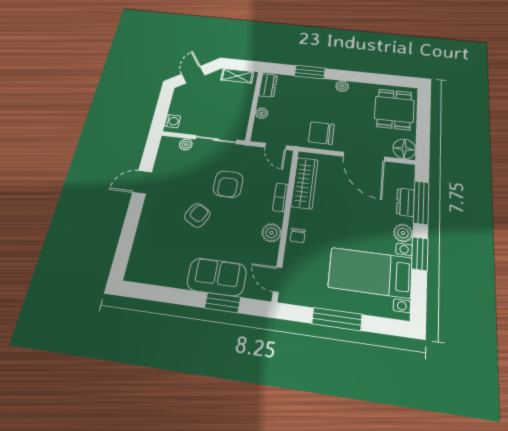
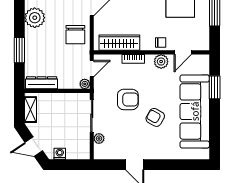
dresser: (268, 85) -> (42, 83), width x1.44
plant: (342, 86) -> (35, 18), width x1.87, depth x1.87
plant: (262, 113) -> (85, 84), moved
washing machine: (172, 121) -> (60, 154), moved
sofa: (217, 277) -> (195, 111), width x1.85, depth x1.27
door: (278, 280) -> (183, 52), moved

